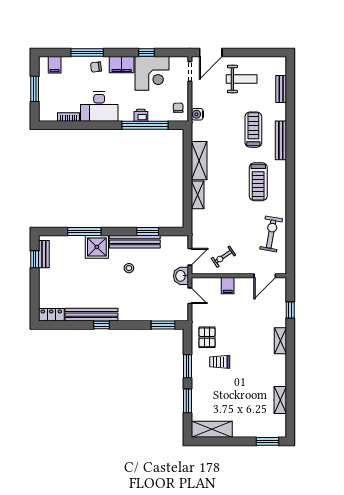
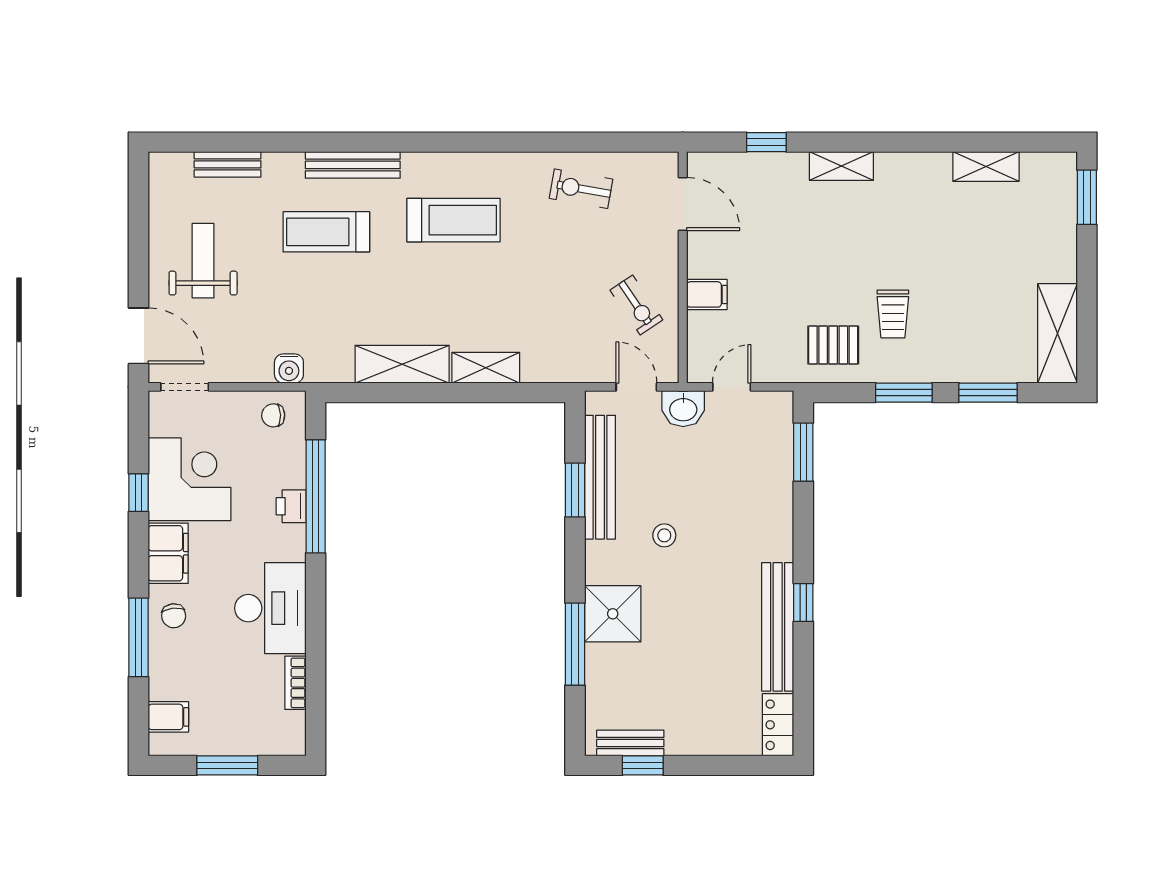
exercise bike: (271, 234) -> (581, 189), width x0.73, depth x0.72
bench: (135, 242) -> (600, 477), moved

